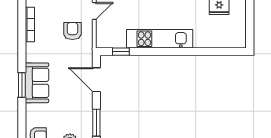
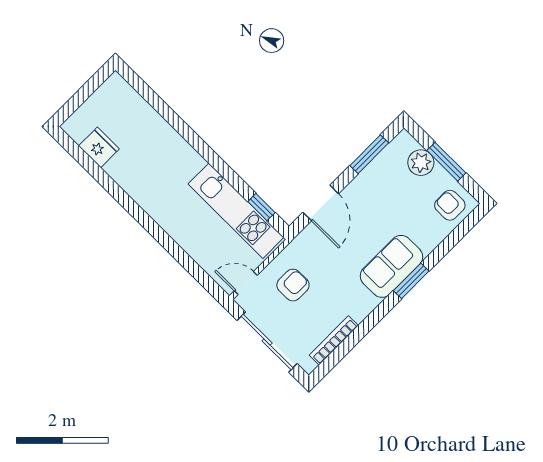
armchair: (72, 31) -> (293, 285), turned 180
kitchen unit: (160, 39) -> (236, 211), moved

